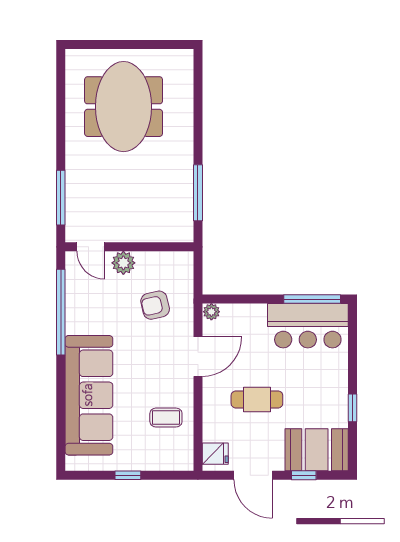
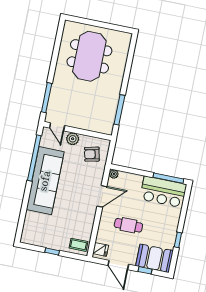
armchair: (155, 305) -> (92, 154), moved
sofa: (89, 395) -> (45, 181), moved
coffee table: (166, 418) -> (78, 245), moved

